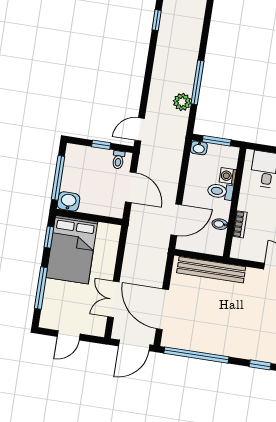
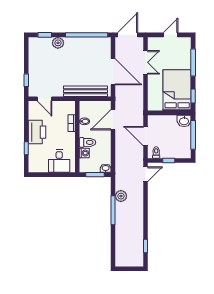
door: (162, 309) -> (113, 72), moved
plant: (242, 350) -> (58, 43), added

